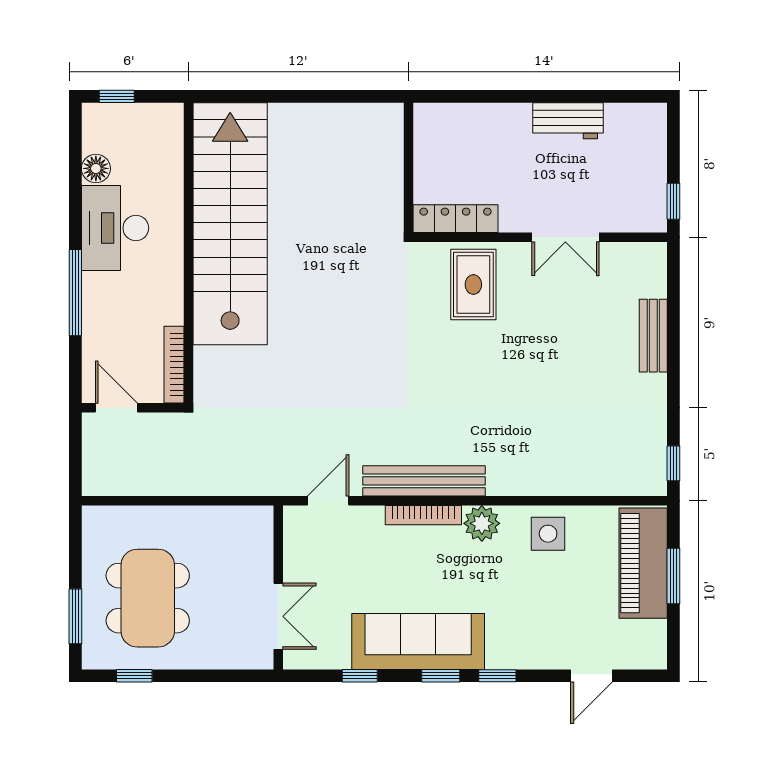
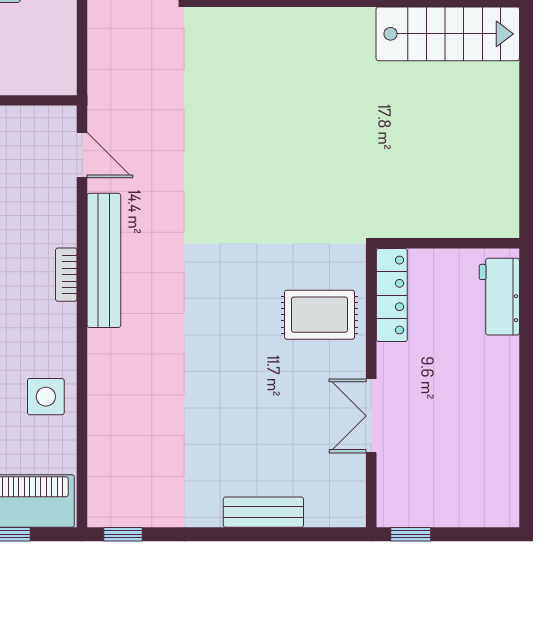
workbench: (568, 121) -> (499, 297), moved
stairs: (230, 224) -> (448, 34), width x0.54, depth x0.66
bookcase: (423, 515) -> (66, 275), width x0.64
plant: (482, 523) -> (57, 324), removed

